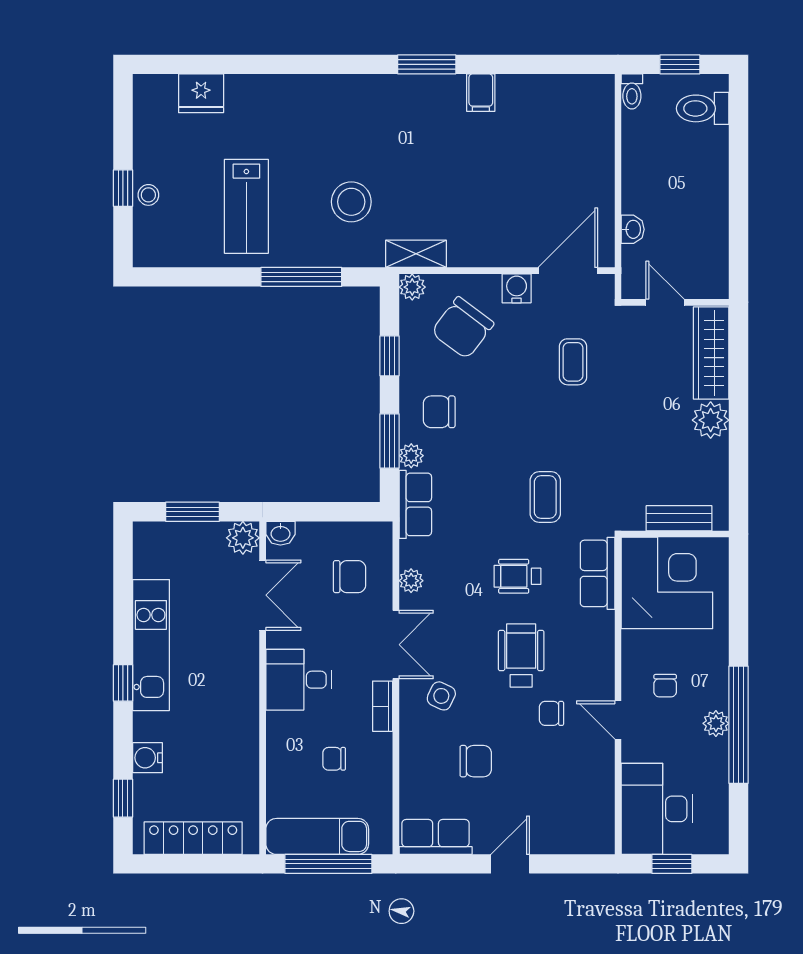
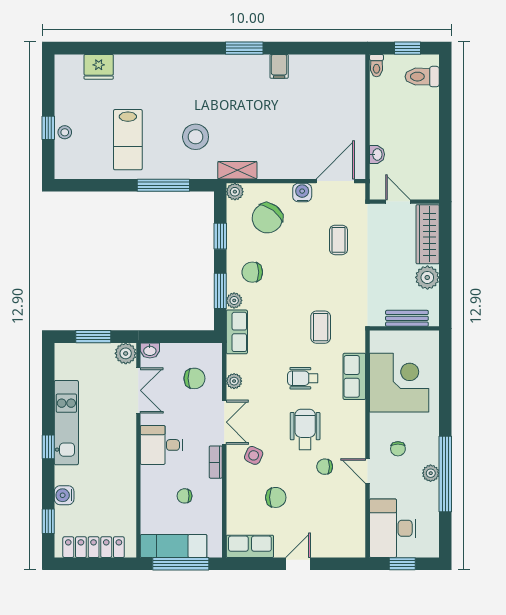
bench: (679, 518) -> (407, 318), moved
wall: (675, 534) -> (404, 328), moved

